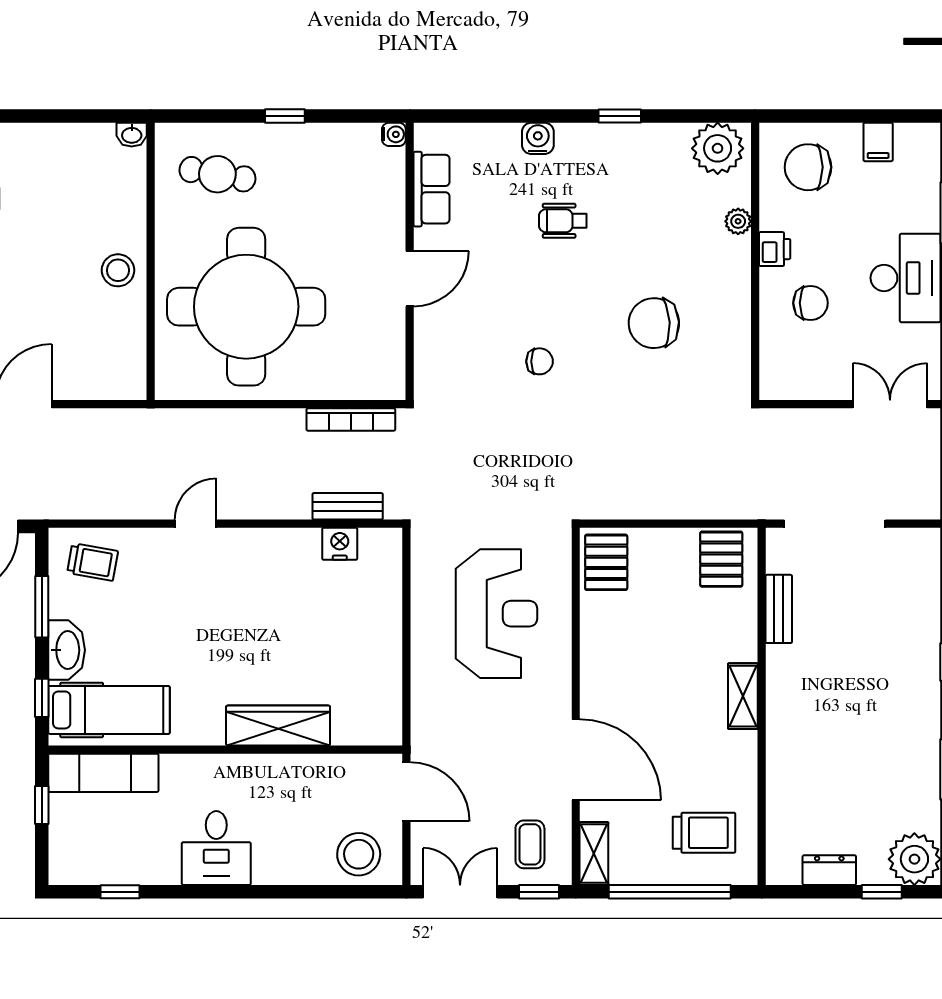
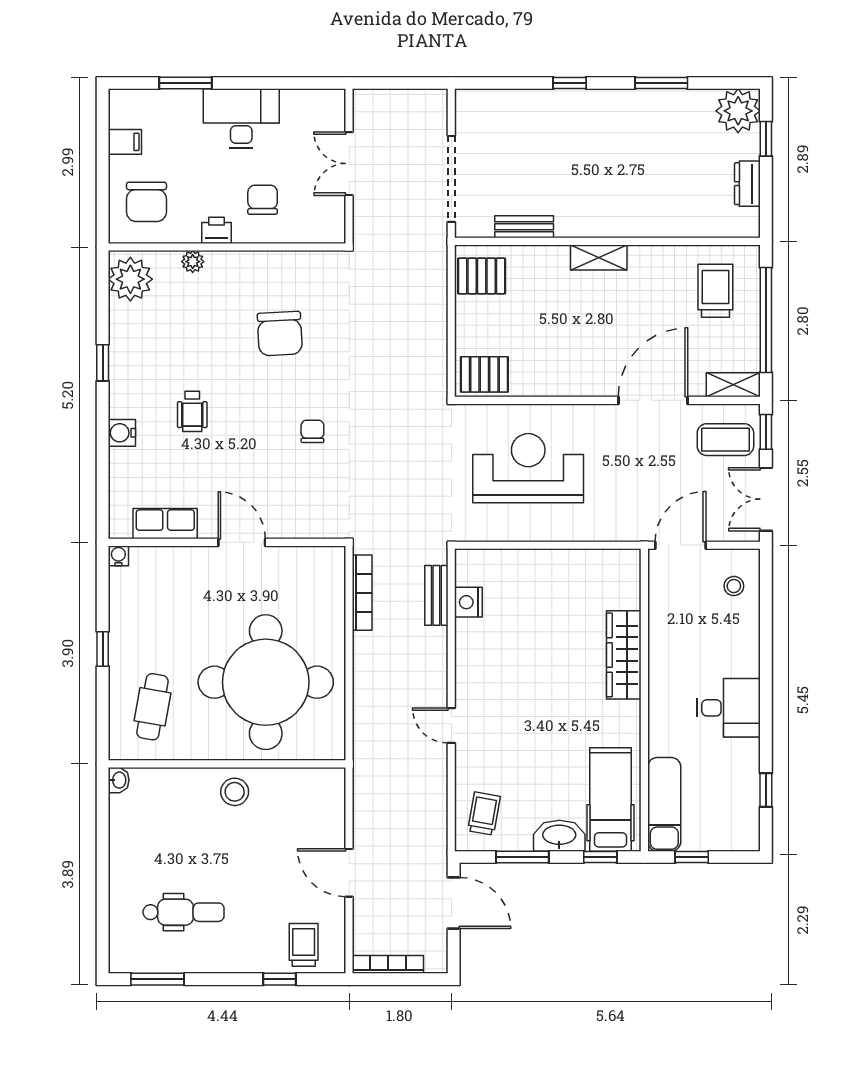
double door: (890, 404) -> (349, 164), moved
coffee table: (530, 844) -> (725, 440), width x1.36, depth x1.30
stool: (359, 854) -> (734, 586), width x0.53, depth x0.53

